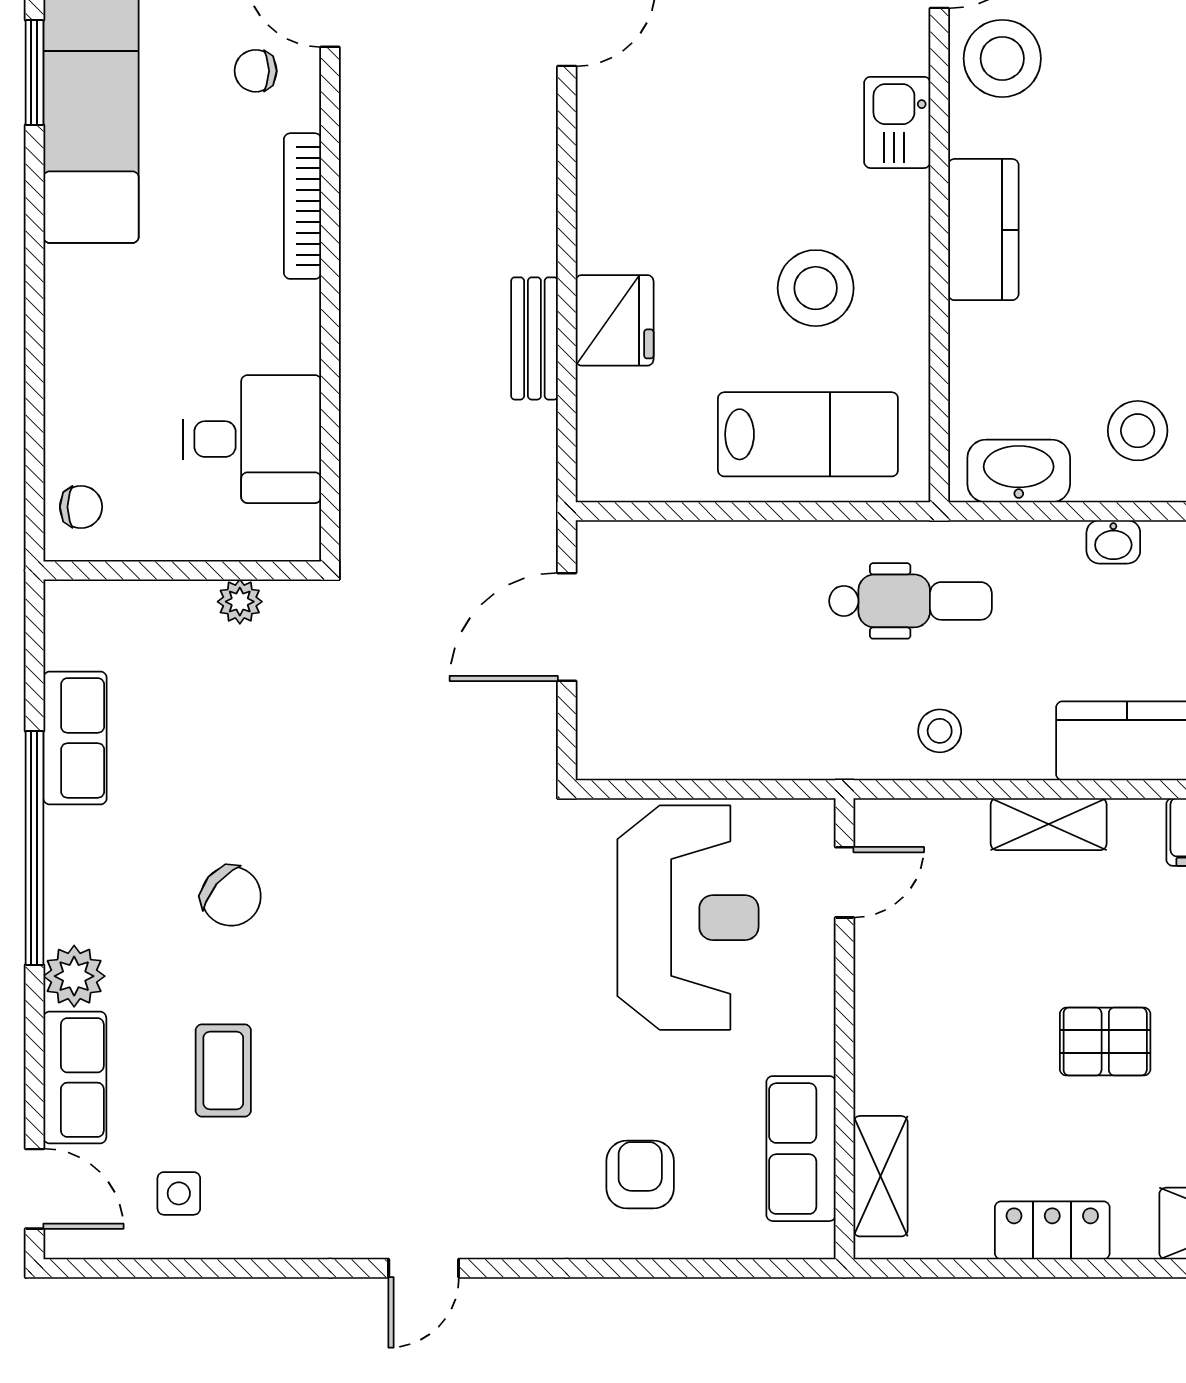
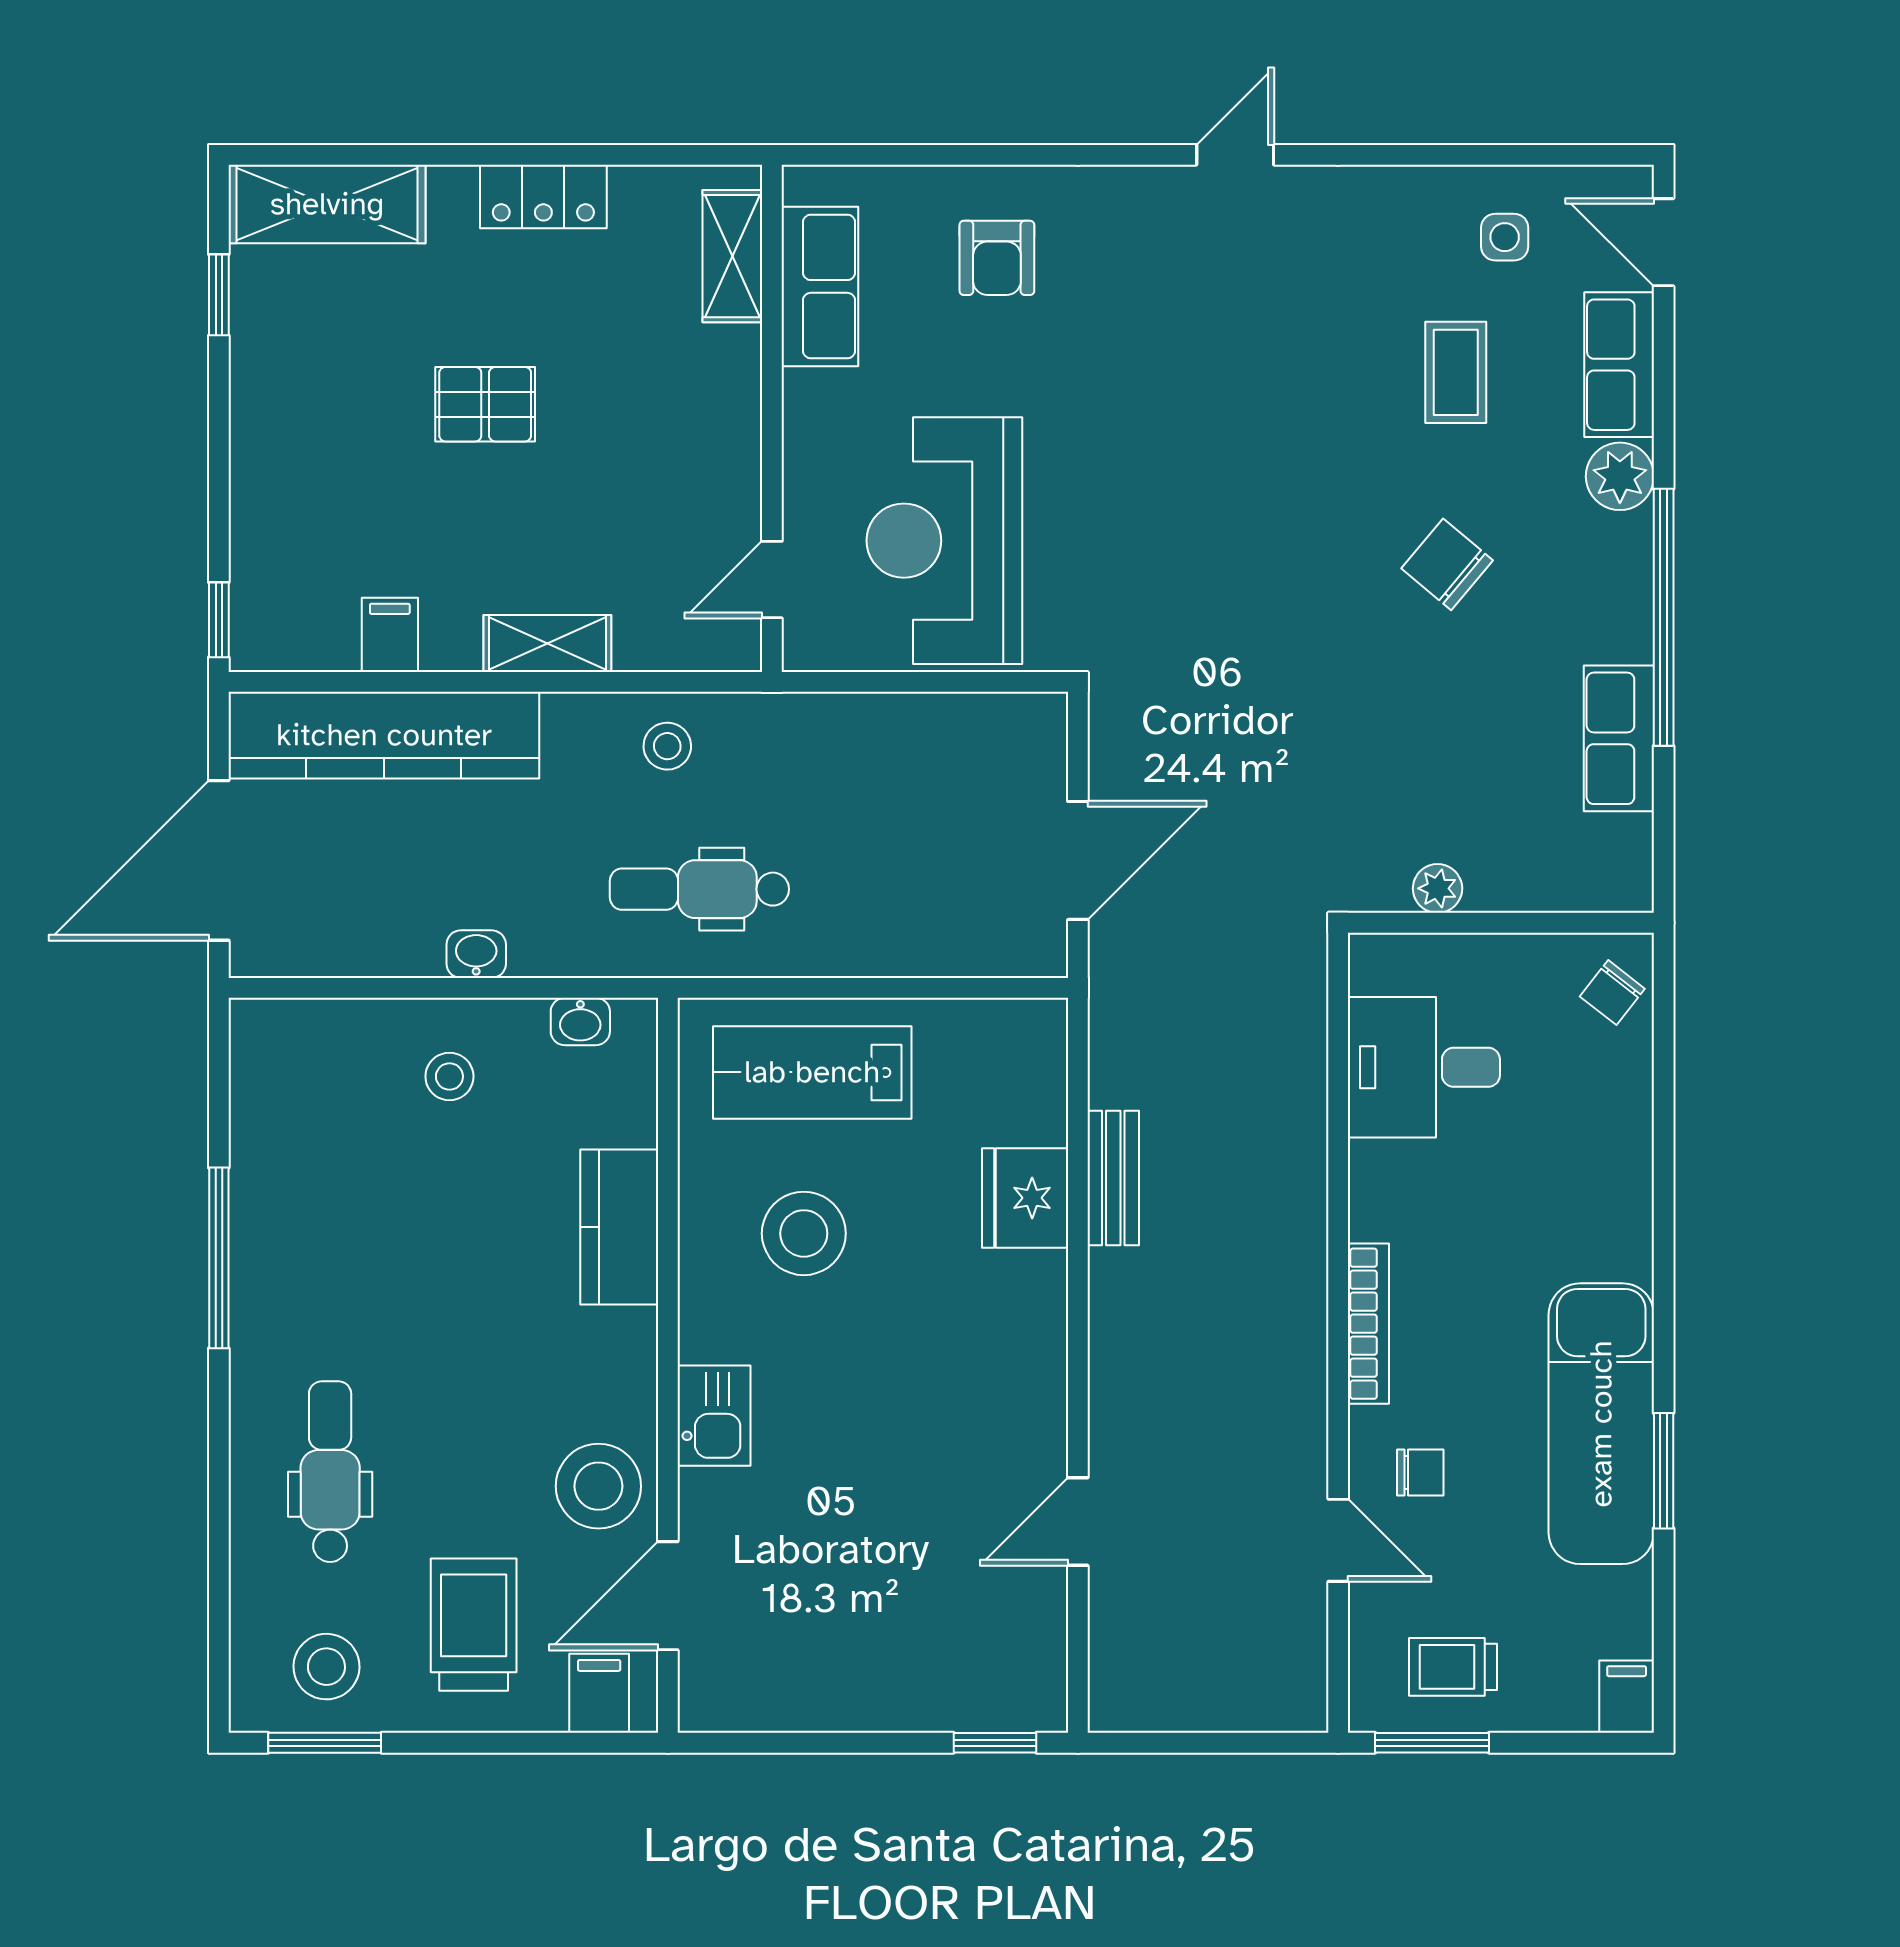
kitchen counter: (983, 230) -> (619, 1227), moved
stool: (1138, 431) -> (449, 1076), width x0.73, depth x0.73
washbasin: (1019, 471) -> (580, 1021), width x0.52, depth x0.69
chair: (81, 507) -> (1612, 993), turned -52

